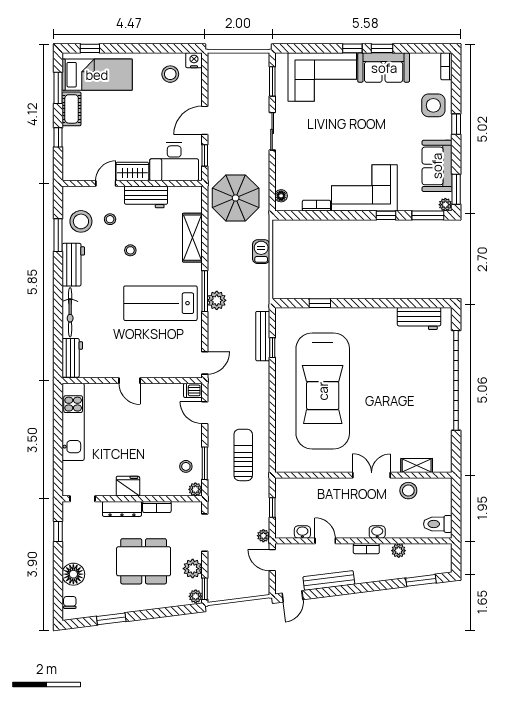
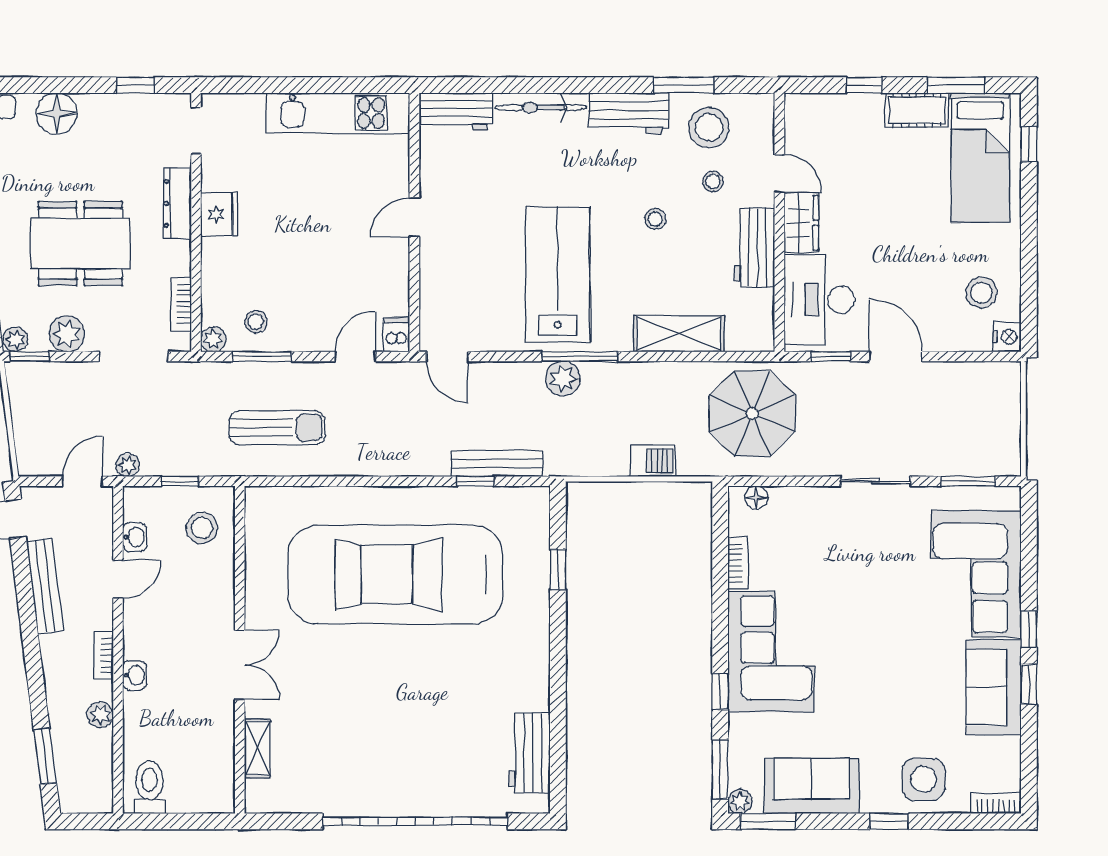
stool: (408, 491) -> (202, 528), moved
bookcase: (157, 507) -> (181, 304), moved
dining table: (144, 561) -> (80, 243), turned 90

